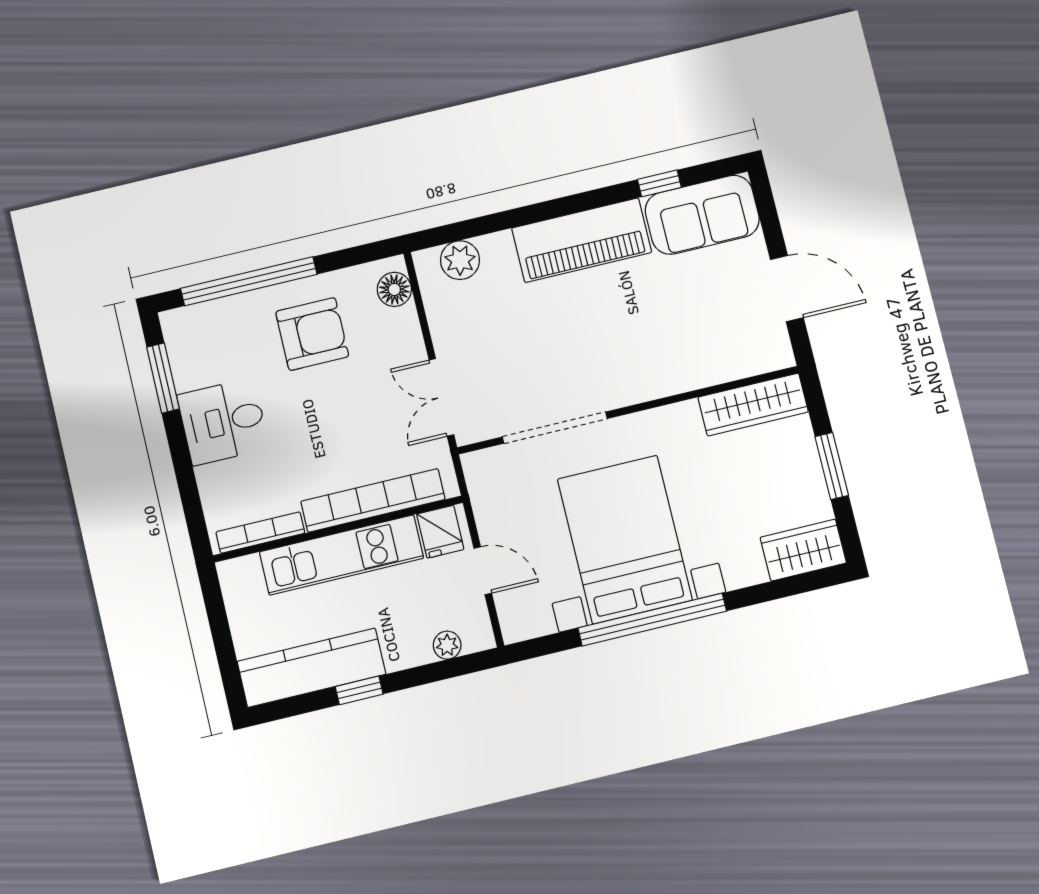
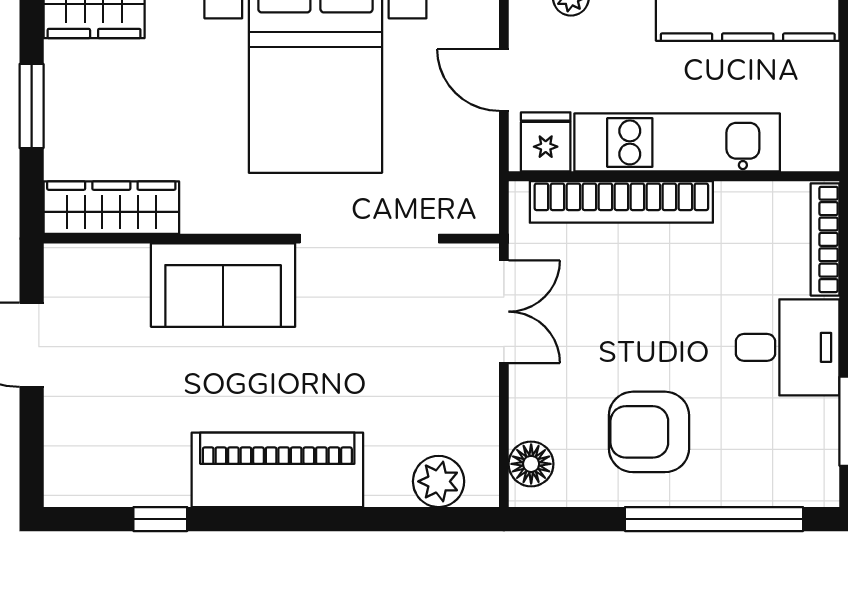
sofa: (702, 215) -> (223, 285), moved, turned 180
bookcase: (260, 533) -> (825, 239), moved, turned 90

